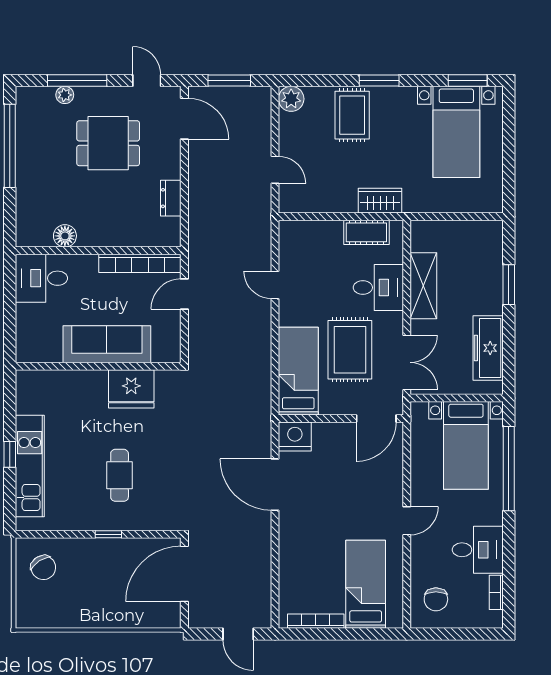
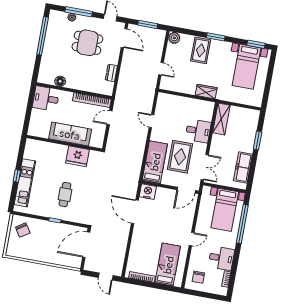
cot: (366, 232) -> (197, 105), removed
shelving: (423, 286) -> (221, 119), moved

